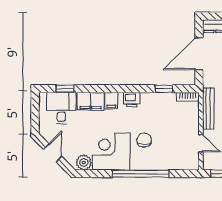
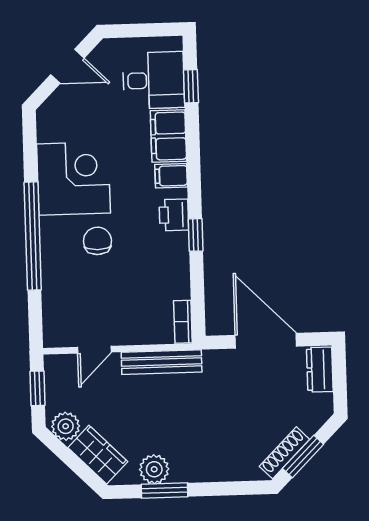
window: (164, 89) -> (196, 235), moved
chair: (144, 140) -> (97, 241), turned -90
plant: (84, 162) -> (51, 127), removed

